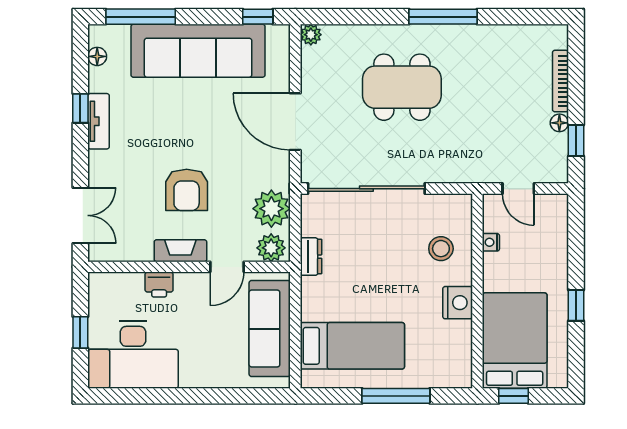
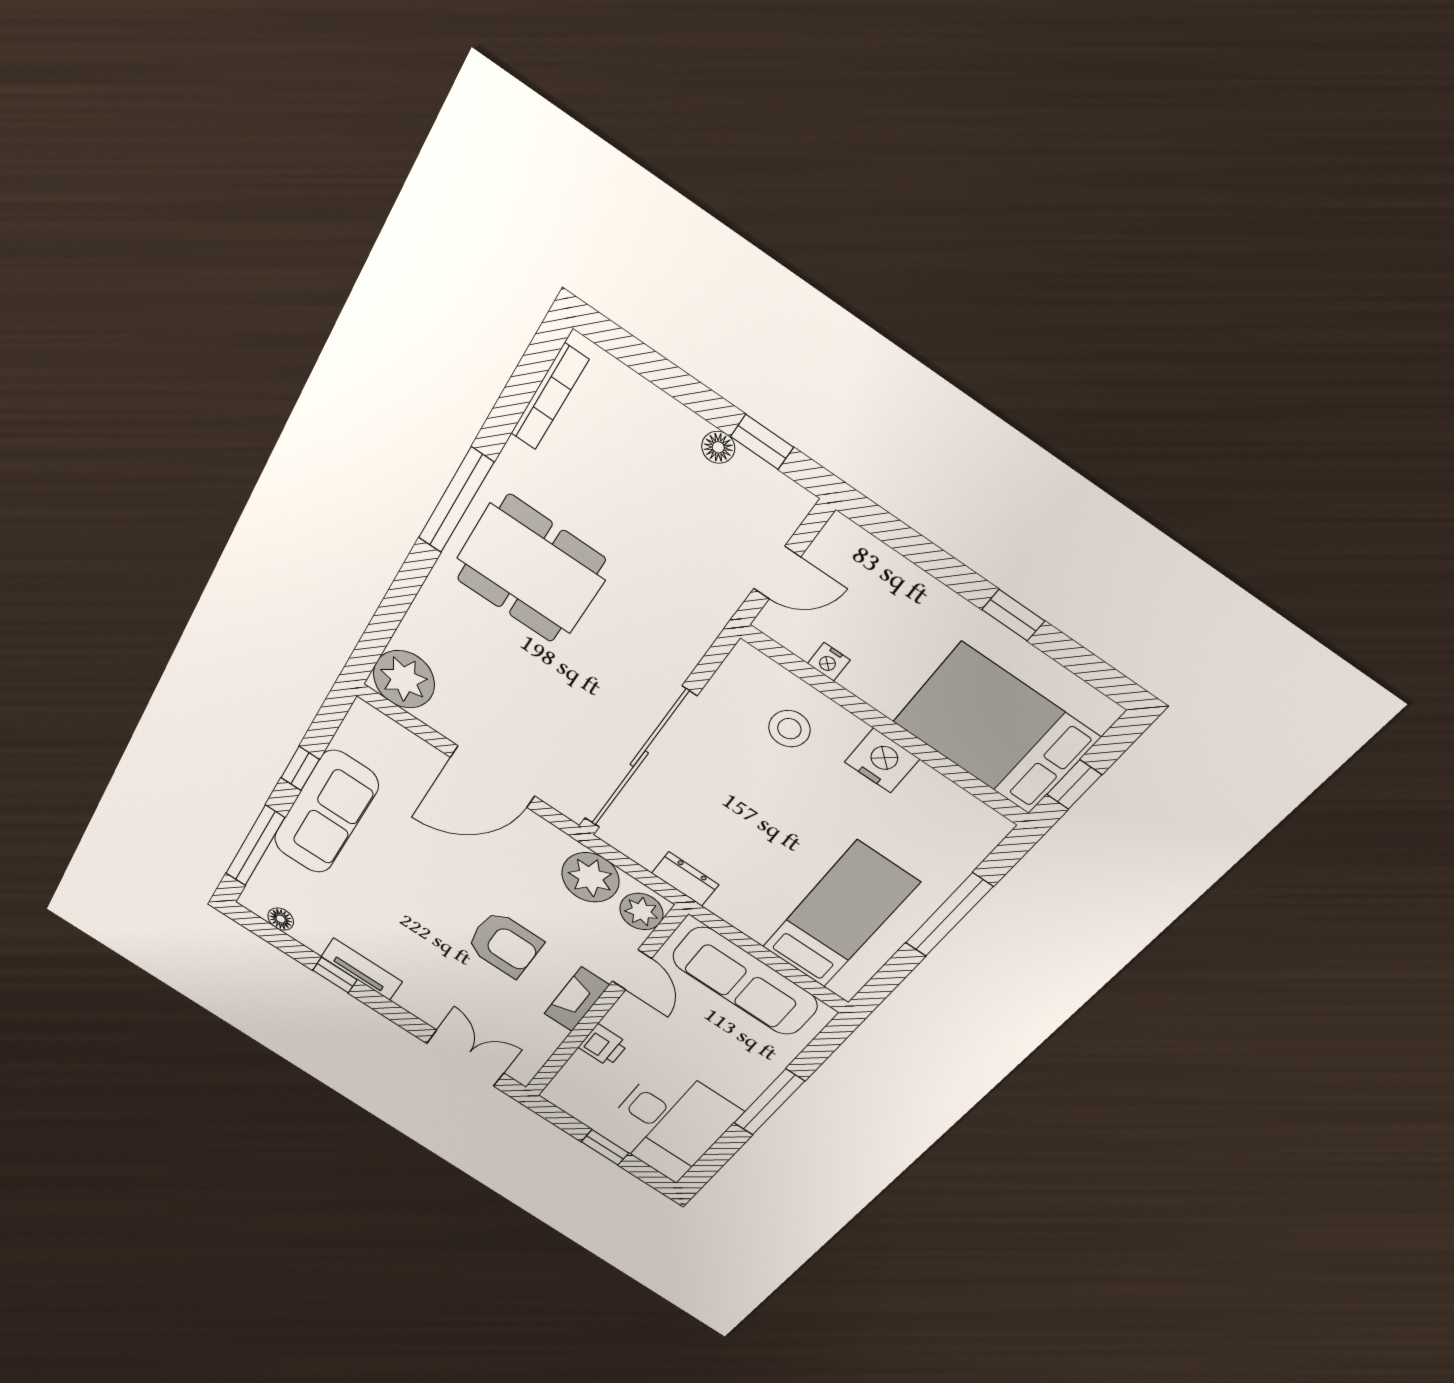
window: (258, 17) -> (300, 768), moved
plant: (311, 35) -> (404, 679), width x1.87, depth x1.87
sofa: (198, 51) -> (326, 812), width x0.74, depth x0.79
bookcase: (560, 81) -> (550, 397), moved, turned -90
dining table: (402, 87) -> (531, 569), moved, turned 90
window: (196, 396) -> (769, 1102), added

